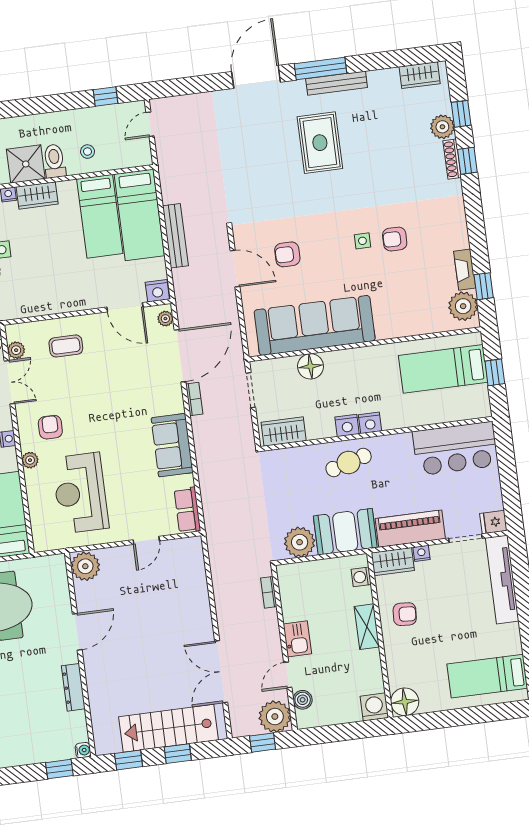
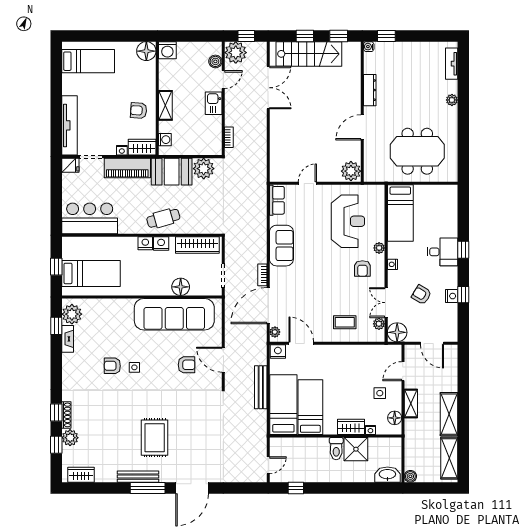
stool: (88, 152) -> (313, 452), removed
armchair: (395, 239) -> (112, 366), turned 180
wardrobe: (284, 431) -> (197, 245), width x1.50

